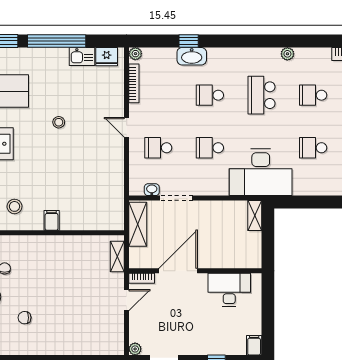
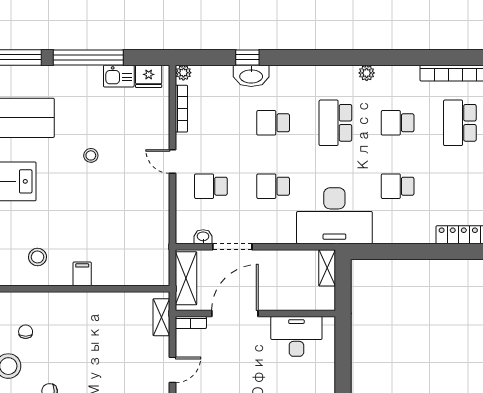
door: (178, 271) -> (235, 313), moved
wall: (195, 271) -> (255, 313), moved
bookcase: (142, 278) -> (191, 323), moved
desk: (229, 290) -> (296, 336), moved

